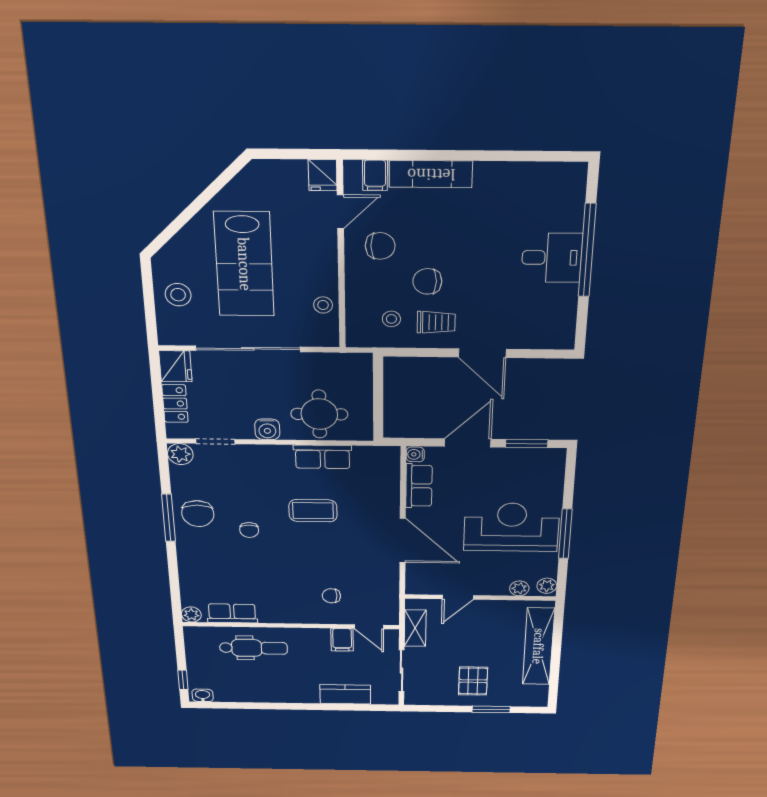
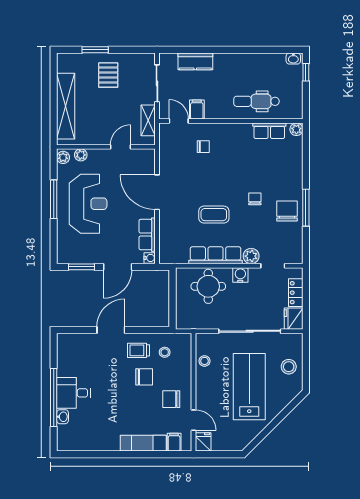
door: (340, 212) -> (194, 420), swing flipped
washbasin: (574, 219) -> (63, 417), added
door: (482, 353) -> (111, 330), hinge flipped
plant: (180, 454) -> (251, 256), moved
row of seats: (323, 457) -> (216, 255), width x1.48
reception desk: (511, 527) -> (88, 204), turned -90

